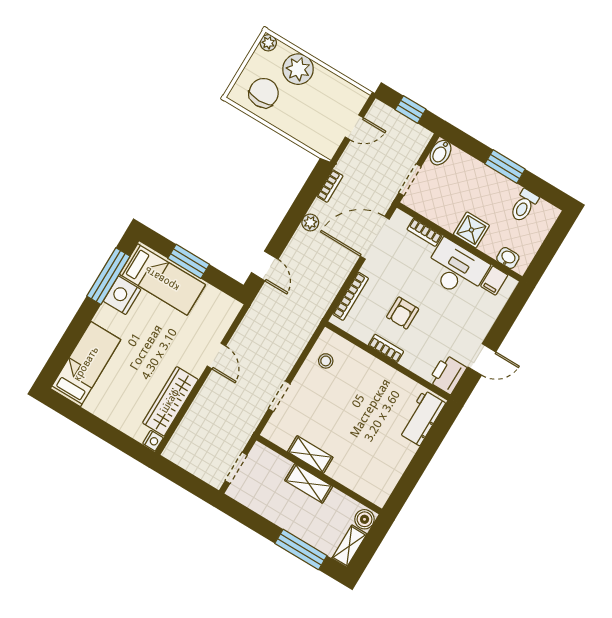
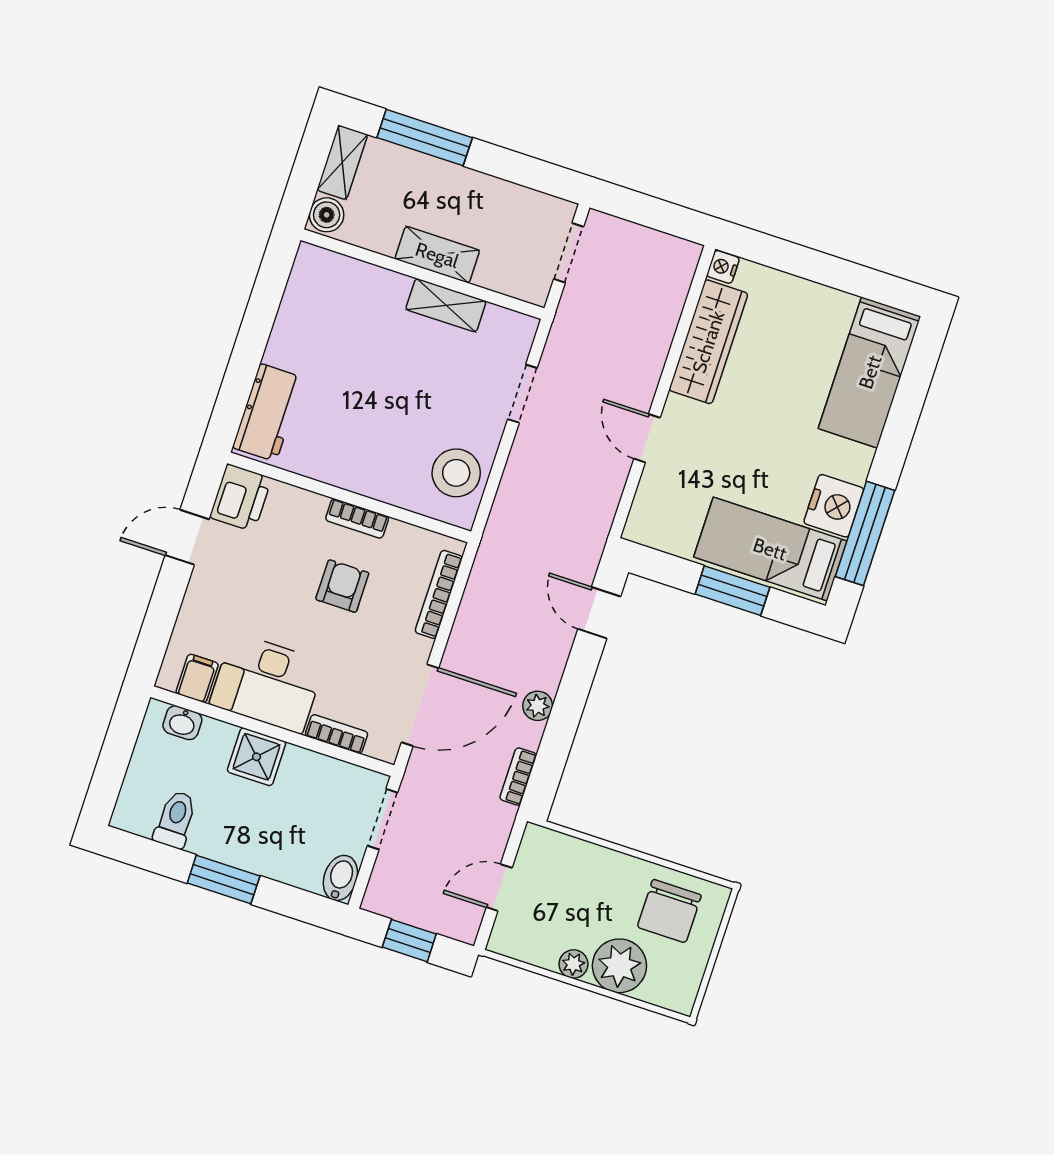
plant: (268, 43) -> (573, 964), moved
stool: (326, 361) -> (456, 473), width x1.89, depth x1.89

